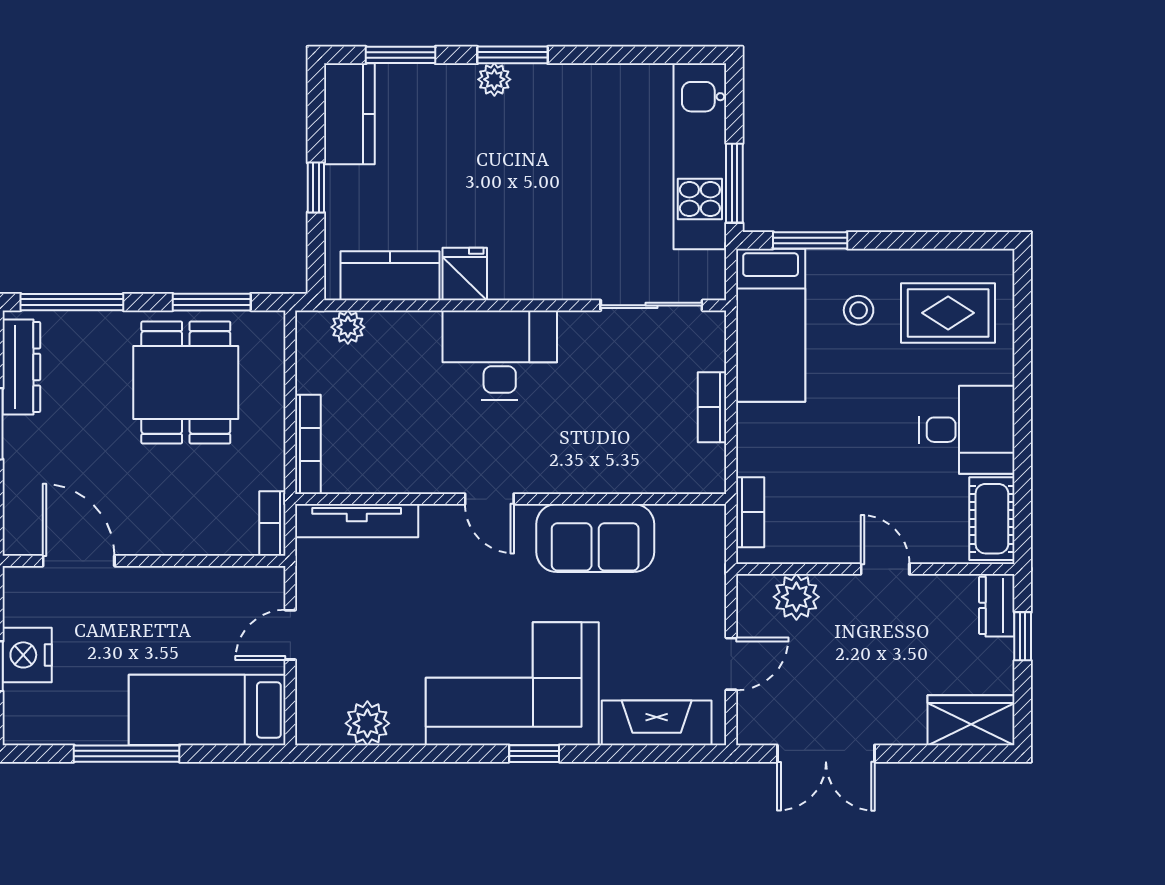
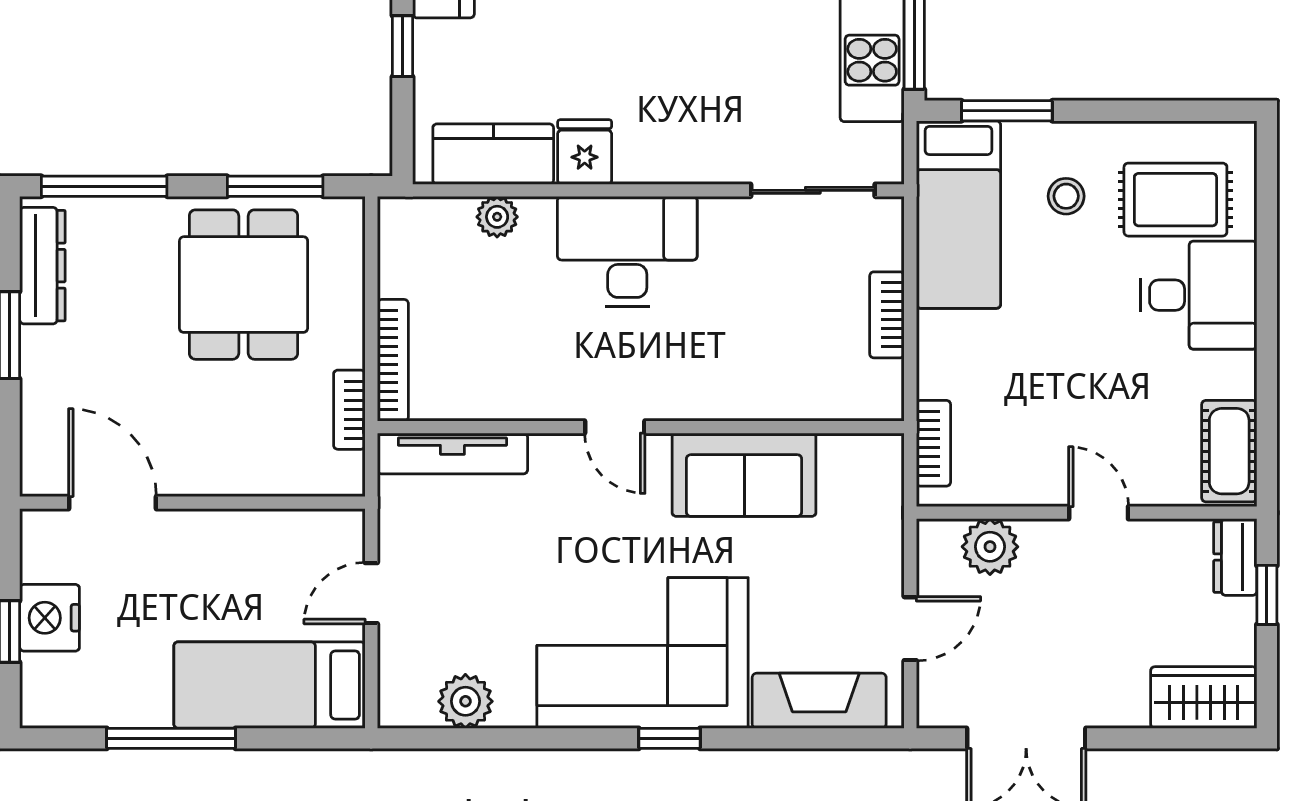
plant: (348, 327) -> (497, 217), moved
desk: (967, 430) -> (1198, 295), moved
bookcase: (272, 523) -> (349, 410), moved

